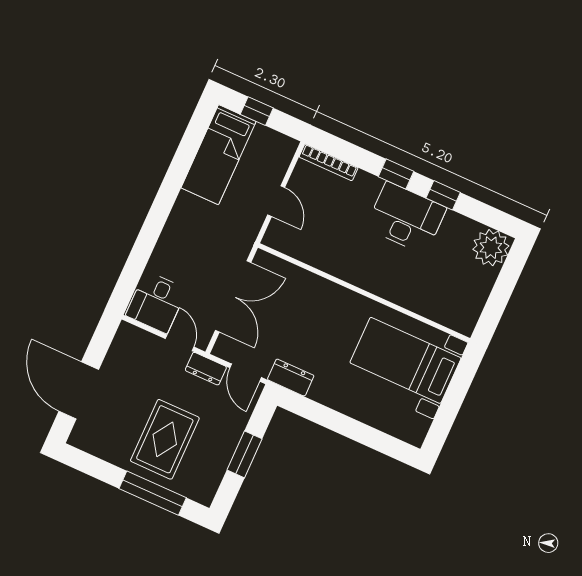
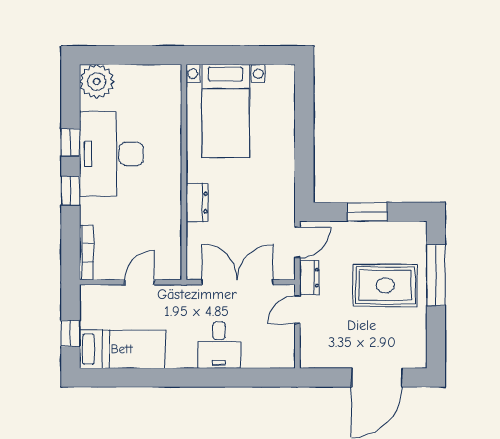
desk: (406, 218) -> (111, 154), width x1.36, depth x1.30
desk: (156, 302) -> (219, 345), moved, turned 90
dresser: (291, 378) -> (197, 203), moved, turned 180

